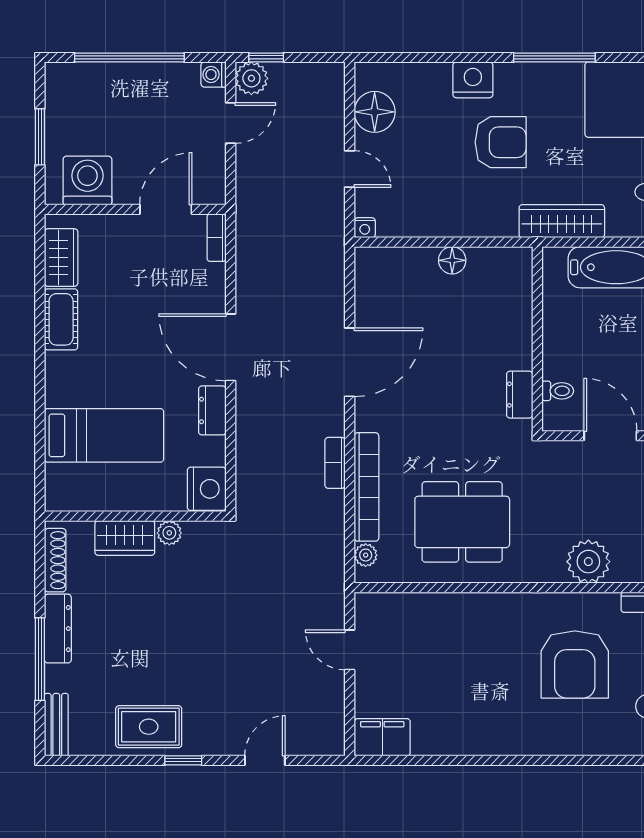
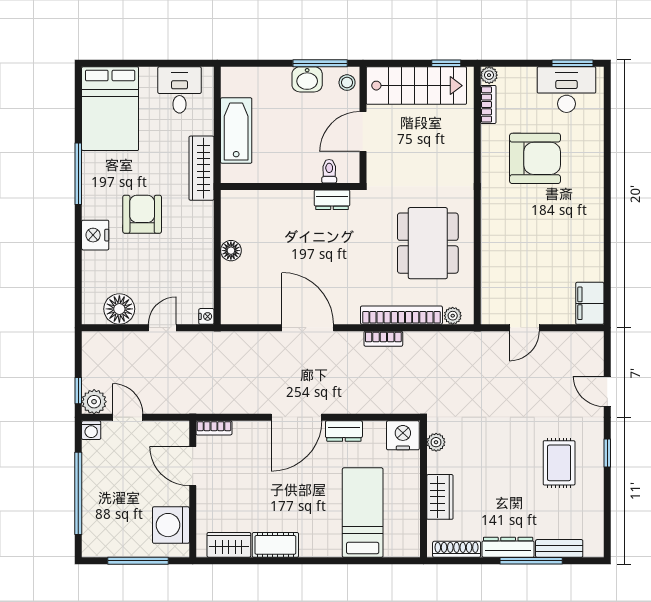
window: (40, 137) -> (138, 561), width x1.44
plant: (169, 533) -> (436, 442), moved
plant: (588, 562) -> (458, 148), removed
bench: (56, 725) -> (559, 548), moved
rug: (149, 727) -> (559, 463), moved

